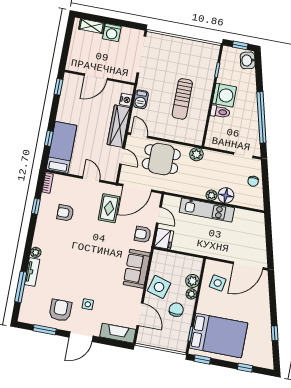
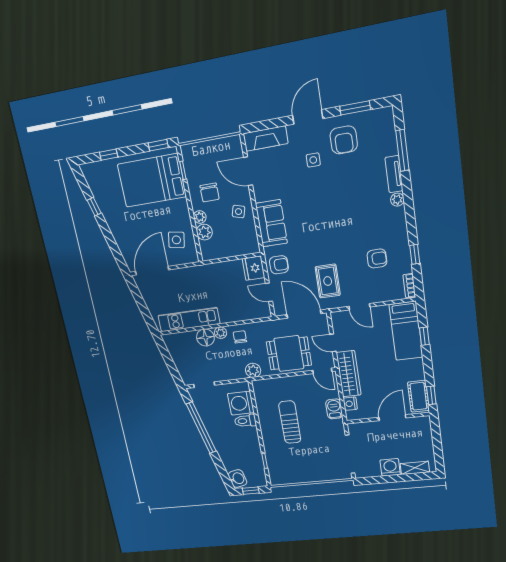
cot: (69, 89) -> (418, 396), added
washing machine: (224, 95) -> (241, 403), moved
chair: (253, 181) -> (240, 337), moved
door: (137, 188) -> (304, 314), hinge flipped
kitchen unit: (207, 210) -> (189, 320), moved
side table: (159, 287) -> (239, 212), width x0.54, depth x0.54

